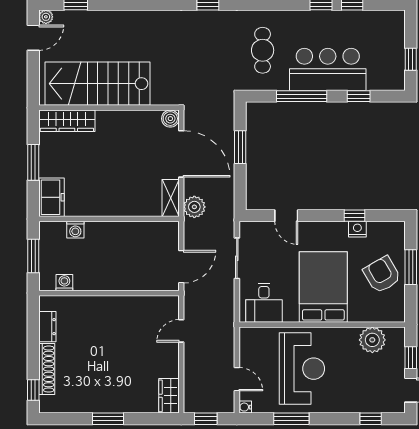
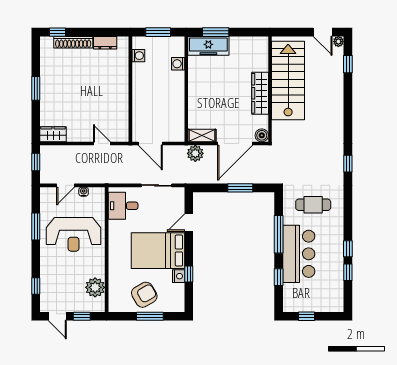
wardrobe: (67, 121) -> (260, 93), moved
window: (33, 162) -> (216, 32), moved
freezer: (51, 197) -> (208, 46), width x1.40
bed: (323, 287) -> (158, 251), moved, turned 180
water cooler: (245, 407) -> (84, 192), moved

